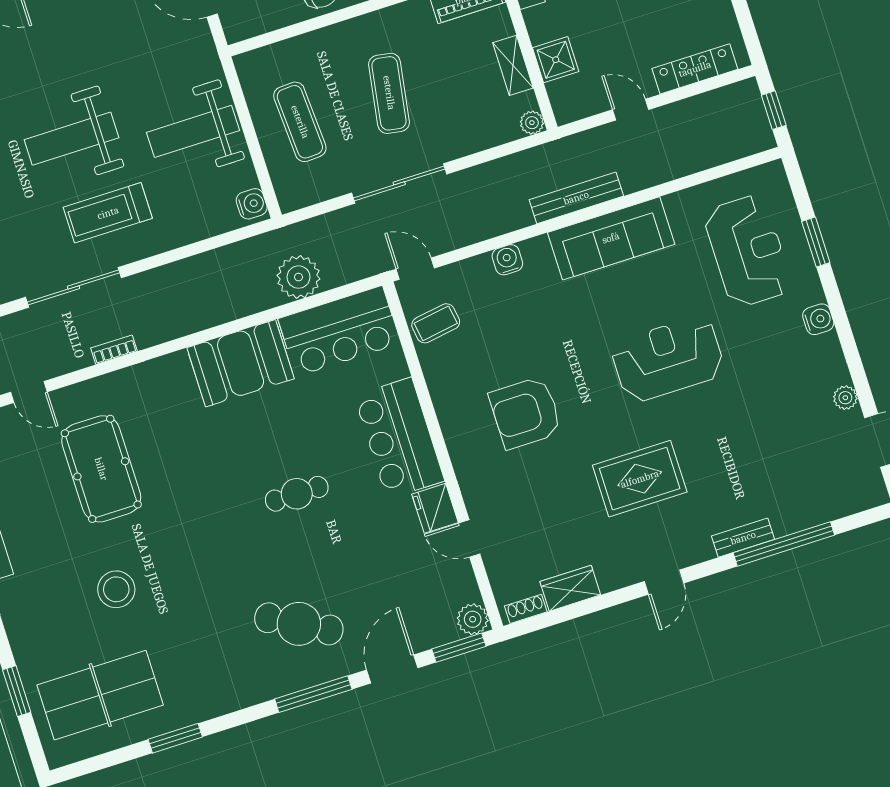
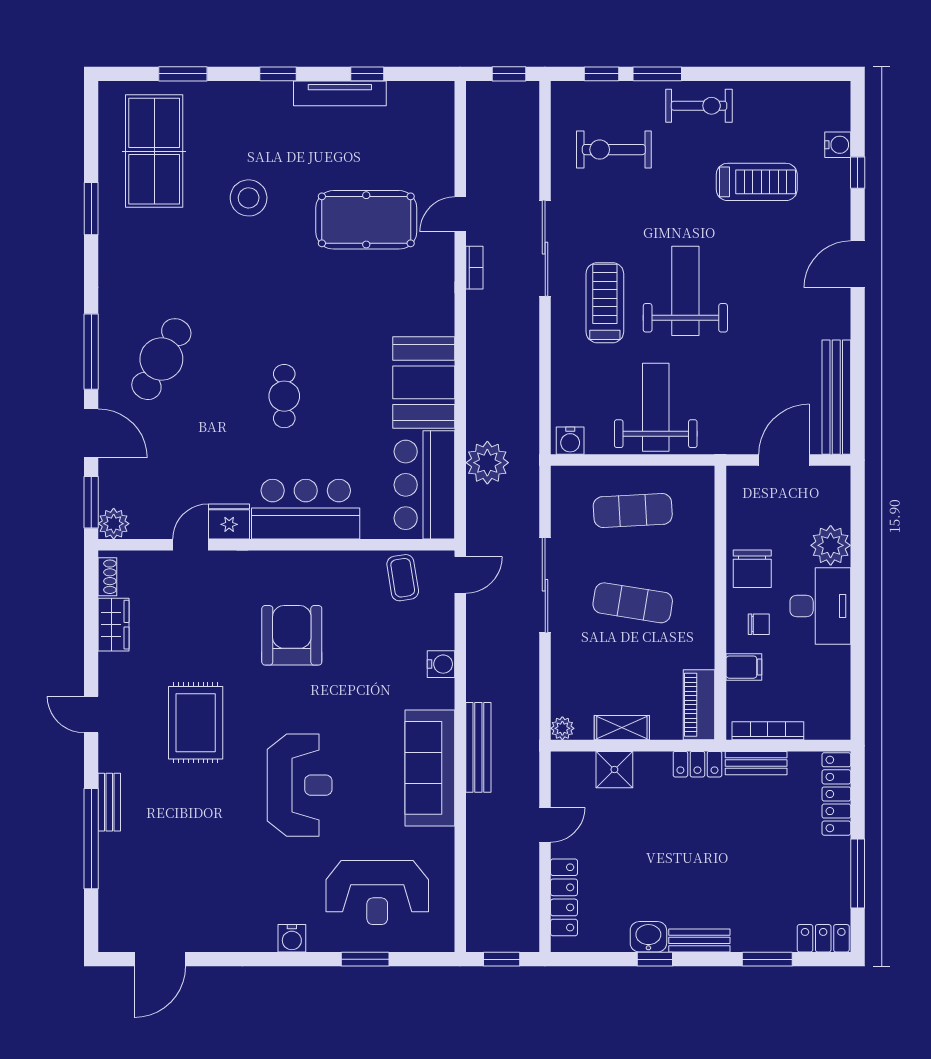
door: (29, 392) -> (460, 214), moved
plant: (845, 398) -> (210, 940), removed

